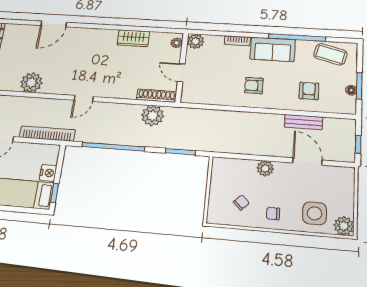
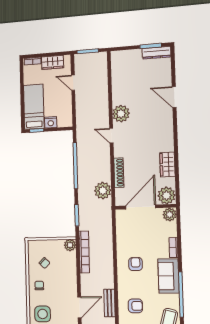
plant: (177, 43) -> (167, 196), width x1.87, depth x1.87
door: (181, 73) -> (141, 207), width x1.87
plant: (31, 83) -> (121, 114), moved
shoe rack: (157, 96) -> (119, 173), moved
bookcase: (47, 134) -> (84, 252), moved
plant: (265, 168) -> (70, 245), moved

